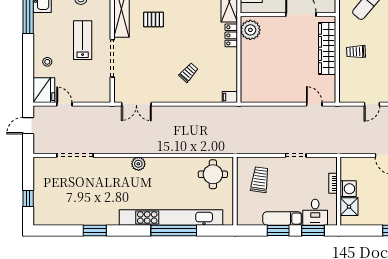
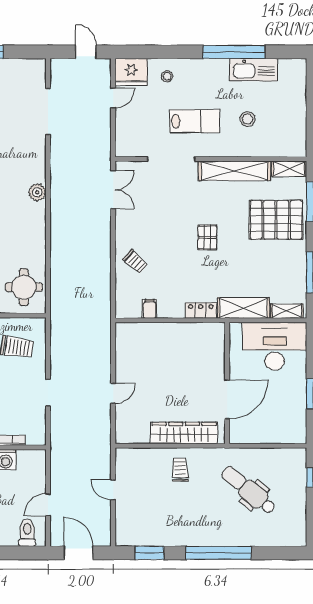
pallet: (154, 19) -> (207, 237), moved
plant: (250, 30) -> (208, 335), removed
trolley: (188, 72) -> (135, 262), moved
filing cabinet: (230, 97) -> (150, 309), moved
double door: (136, 104) -> (113, 190), swing flipped
door: (314, 104) -> (113, 393), moved

